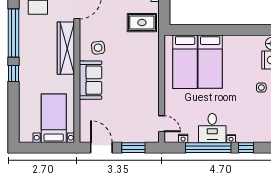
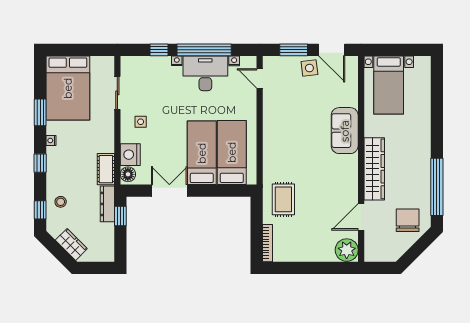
rug: (142, 23) -> (283, 199), turned 90
double door: (237, 30) -> (169, 191), added
side table: (98, 48) -> (309, 68), moved
window: (13, 73) -> (437, 139), removed
desk: (212, 128) -> (205, 73), width x1.37

